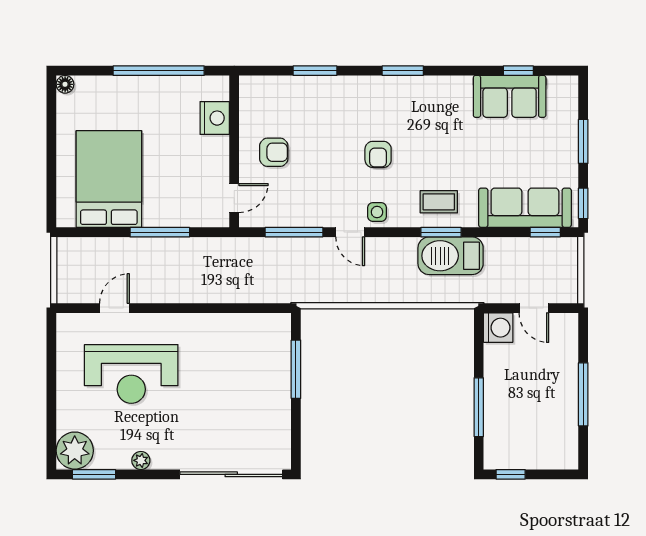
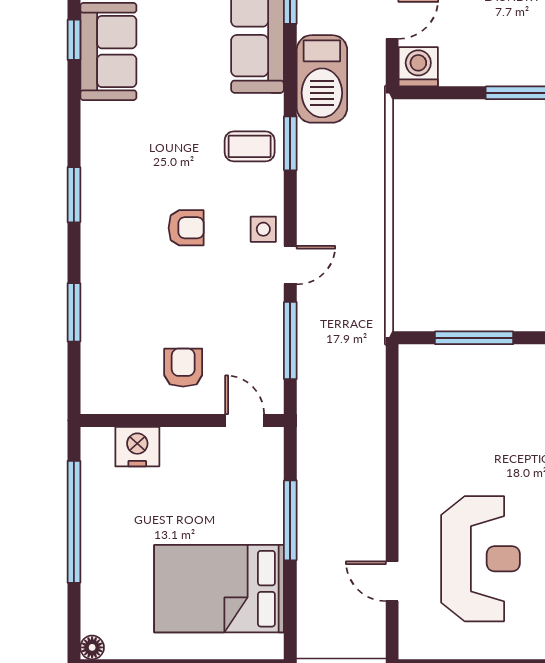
coffee table: (439, 202) -> (250, 146), turned 90
barbecue: (451, 256) -> (322, 79), moved

